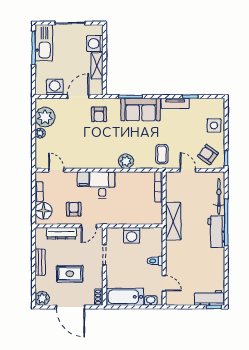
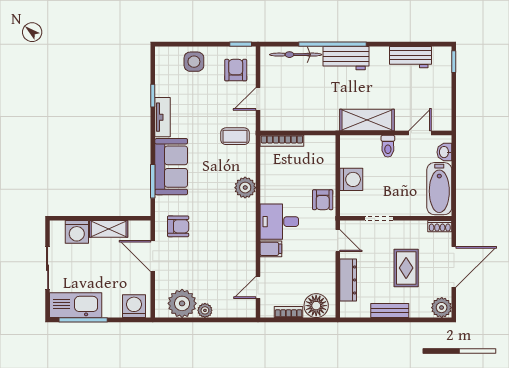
washing machine: (55, 87) -> (134, 306), moved, turned 90
armchair: (208, 155) -> (236, 70), turned 144
armchair: (74, 209) -> (323, 200), moved, turned -90
shelving: (173, 221) -> (367, 120), moved
workbench: (209, 298) -> (410, 57), moved, turned -90

